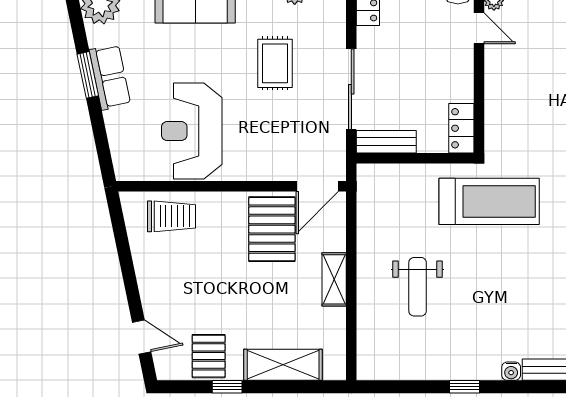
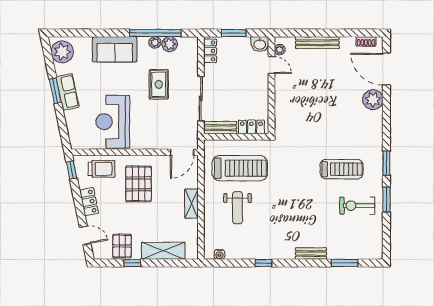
locker: (461, 128) -> (252, 127), moved, turned 90
treadmill: (489, 201) -> (240, 168), moved
window: (117, 218) -> (72, 170), added
pallet: (272, 229) -> (138, 184), moved
locker: (149, 276) -> (89, 202), added
water cooler: (511, 371) -> (219, 254), moved

